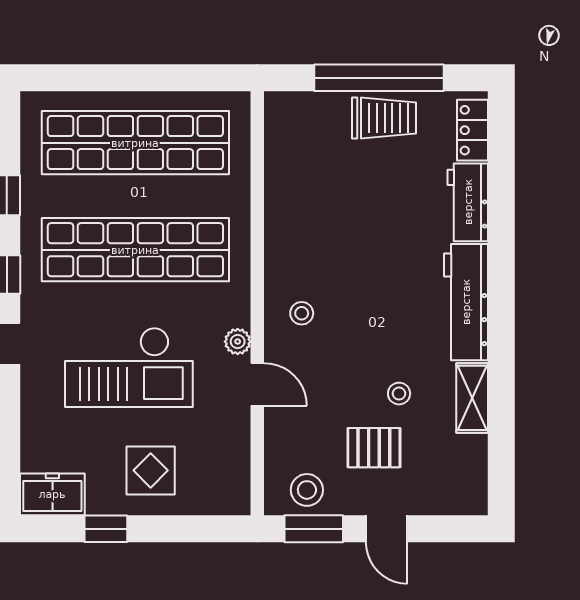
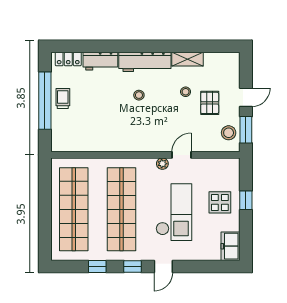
trolley: (384, 118) -> (63, 98), width x0.73, depth x0.72
stool: (302, 313) -> (139, 95), moved
window: (106, 529) -> (246, 200), moved

